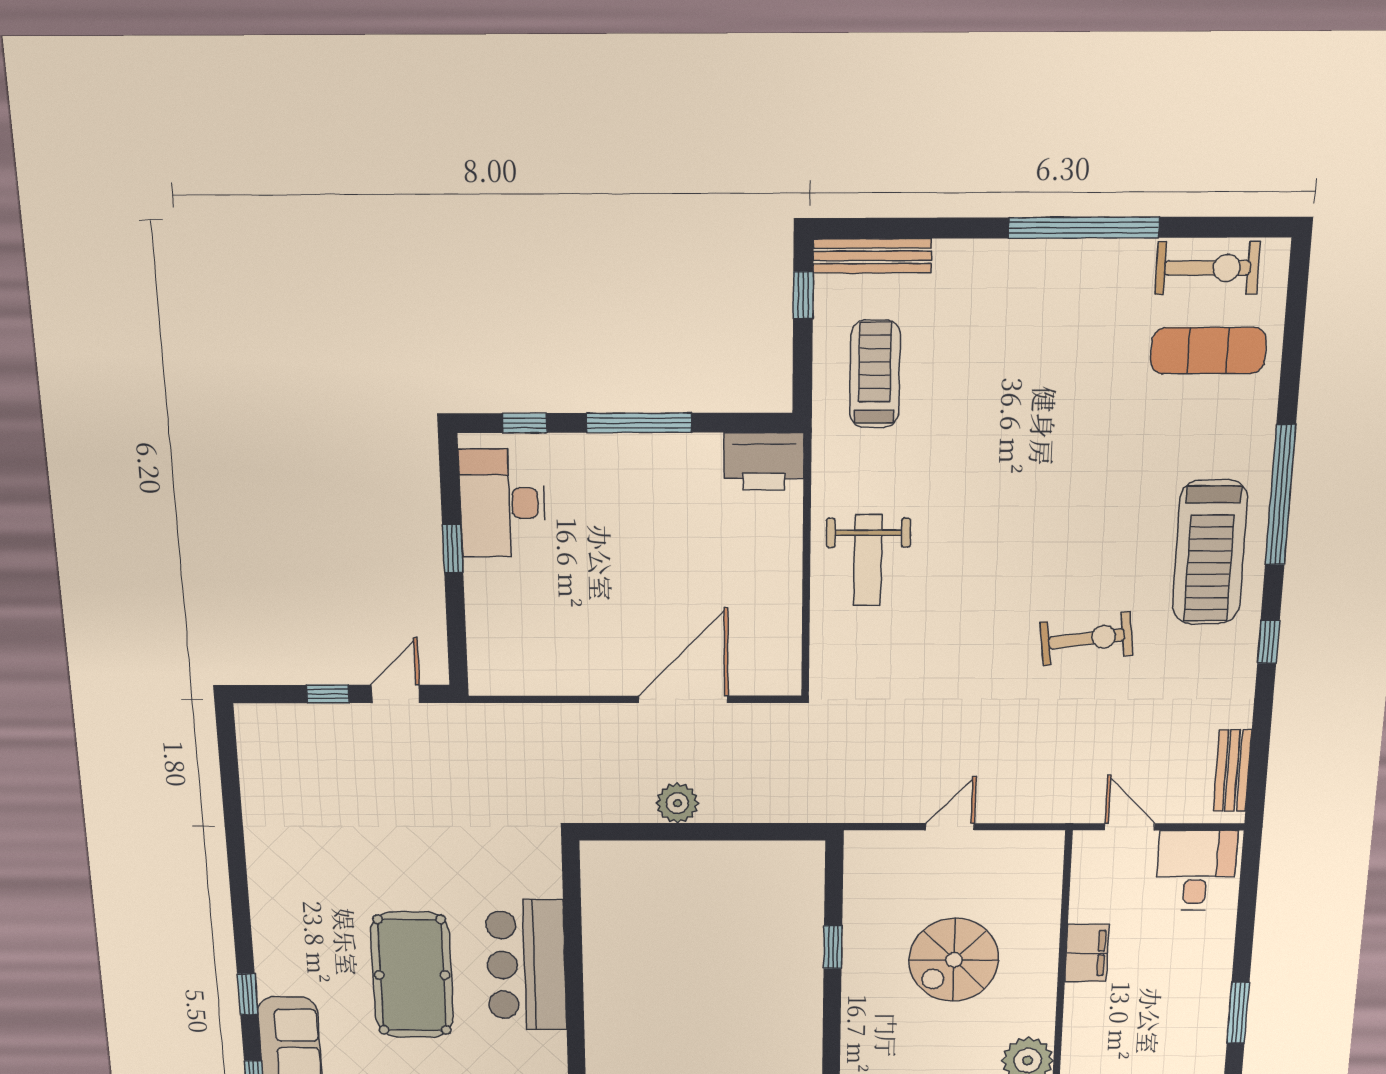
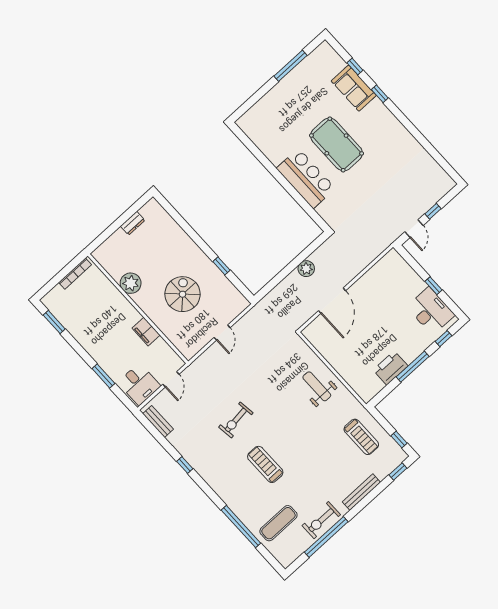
window: (867, 228) -> (398, 471), added
window: (1084, 228) -> (326, 537), moved
bench: (872, 256) -> (361, 492), moved
exercise bike: (1207, 268) -> (321, 520), moved
printer: (764, 461) -> (390, 368), moved
window: (1280, 495) -> (241, 527), moved
treadmill: (1210, 553) -> (265, 464), moved, width x0.73, depth x0.73
door: (1130, 827) -> (171, 379), hinge flipped
window: (1238, 1013) -> (103, 376), moved

